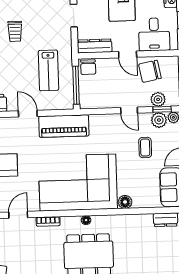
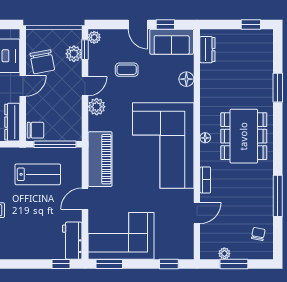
plant: (159, 120) -> (97, 107), moved
floor lamp: (125, 202) -> (186, 79), moved
door: (18, 215) -> (197, 213), swing flipped

